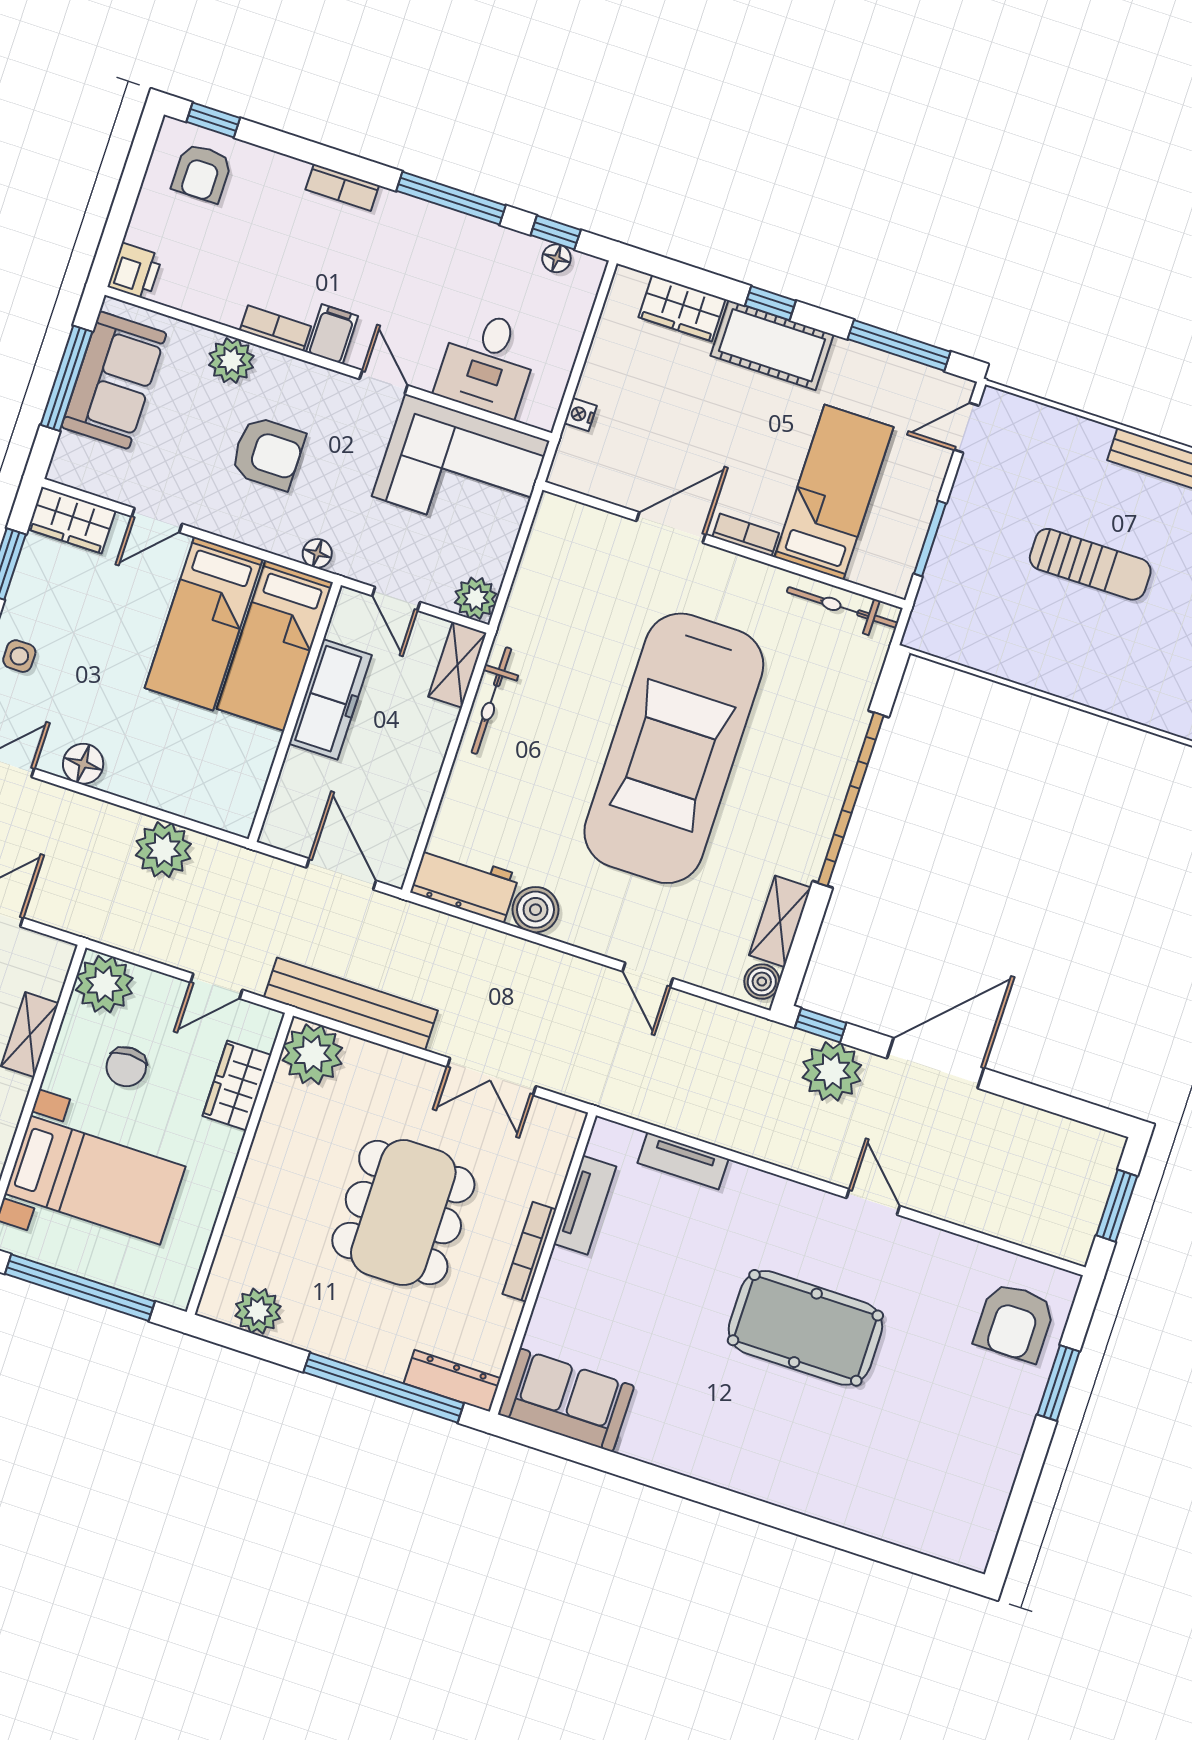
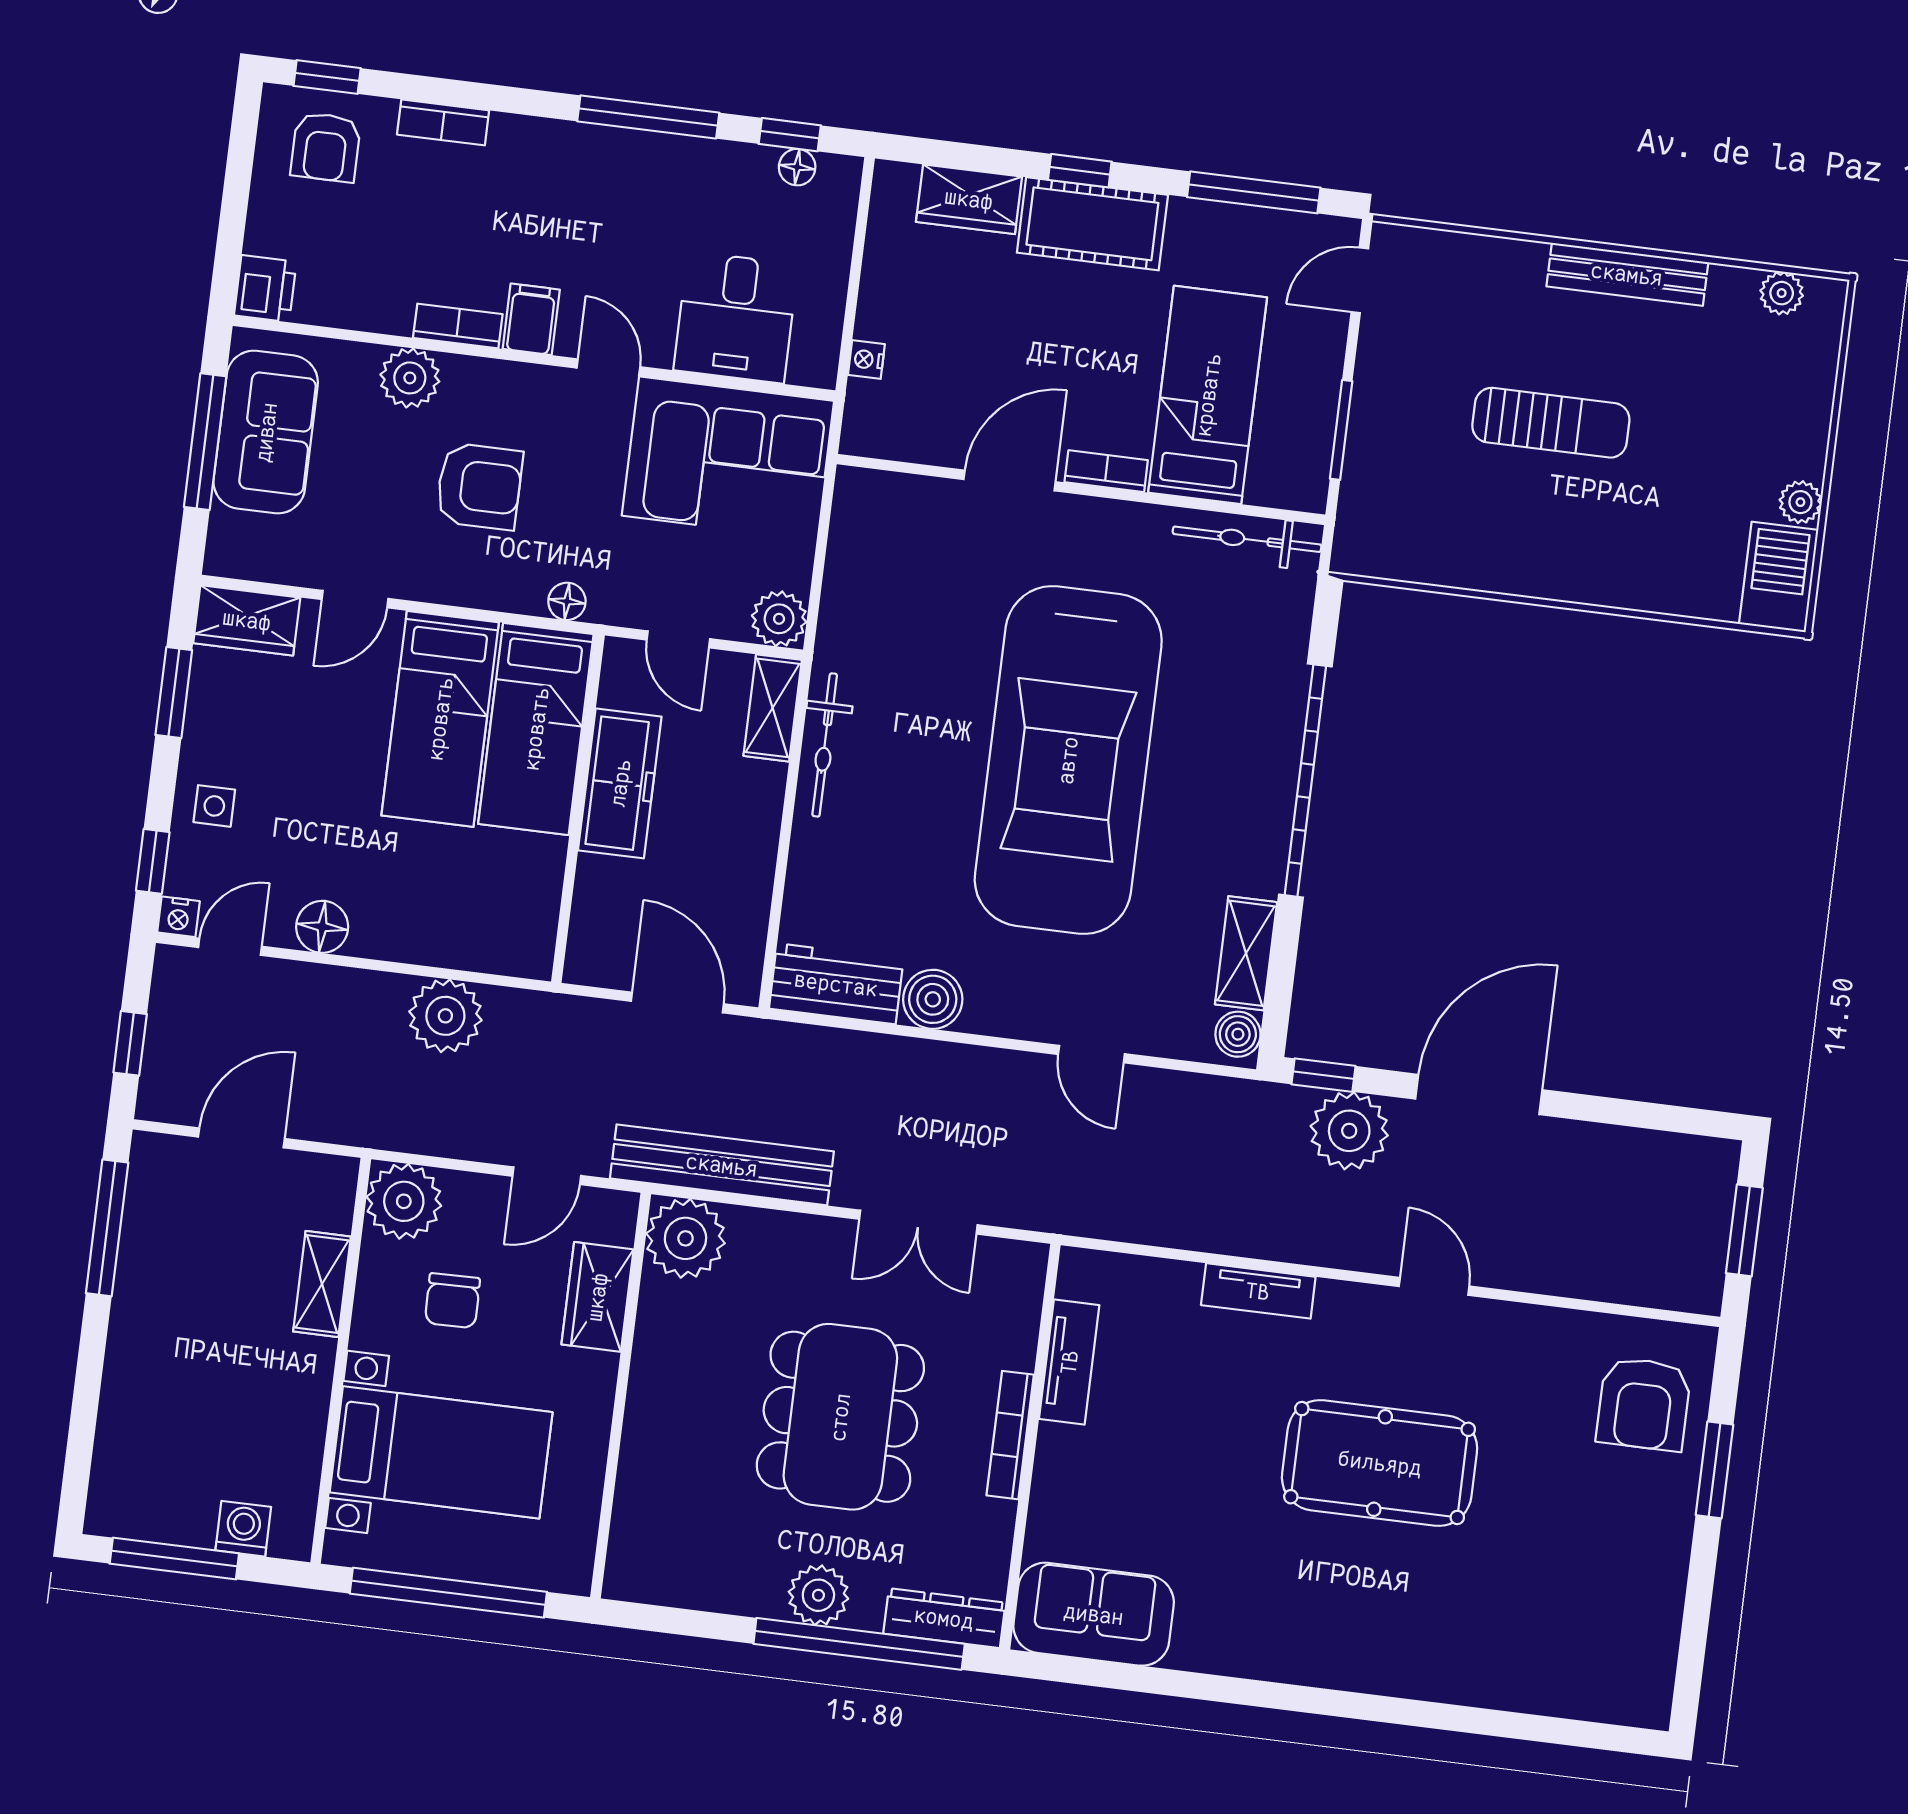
bookcase: (342, 187) -> (443, 122), moved
tv unit: (683, 1161) -> (1258, 1291), moved
plant: (258, 1311) -> (818, 1595), moved

